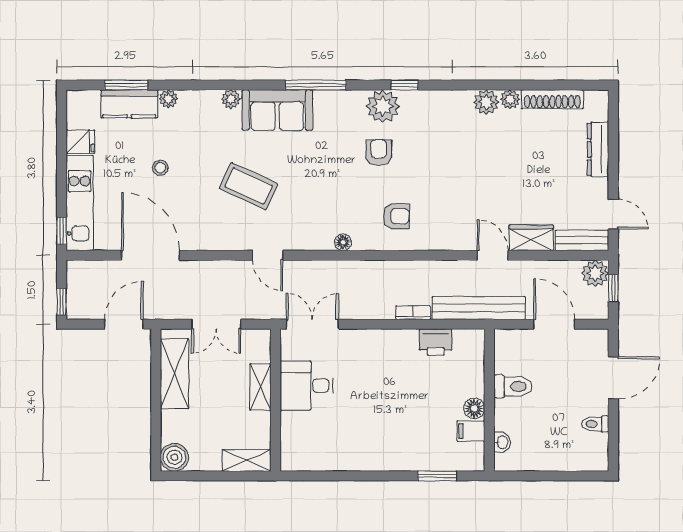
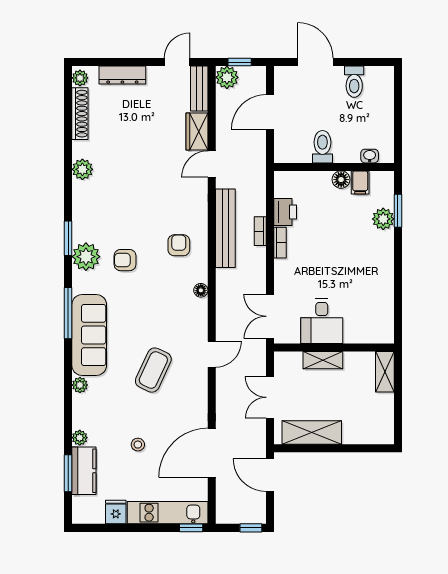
window: (405, 85) -> (68, 238), width x1.50
plant: (510, 99) -> (80, 78), moved
sofa: (277, 110) -> (89, 335), width x1.36
bench: (479, 308) -> (225, 228), moved
double door: (216, 324) -> (270, 397), swing flipped
bookcase: (399, 336) -> (280, 243), added
toilet: (595, 424) -> (354, 82), width x1.37, depth x1.39
boiler: (174, 457) -> (382, 433), removed
plant: (428, 458) -> (383, 219), added

